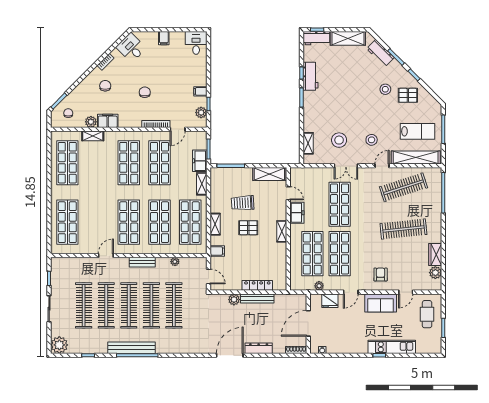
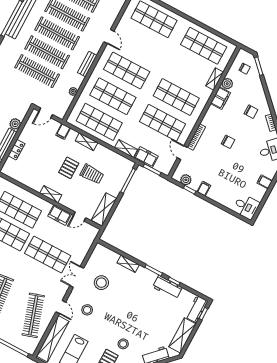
shelving: (308, 143) -> (128, 264), moved
trolley: (243, 203) -> (92, 174), turned 93
locker: (257, 285) -> (16, 150), width x0.66

